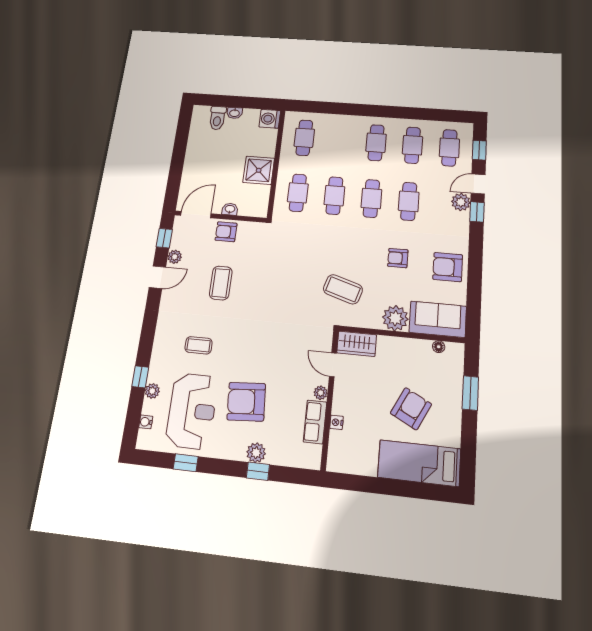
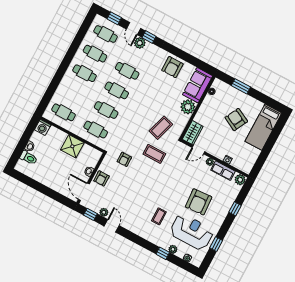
armchair: (398, 258) -> (124, 159), moved
coffee table: (221, 283) -> (154, 154), moved
plant: (256, 453) -> (240, 180), moved

